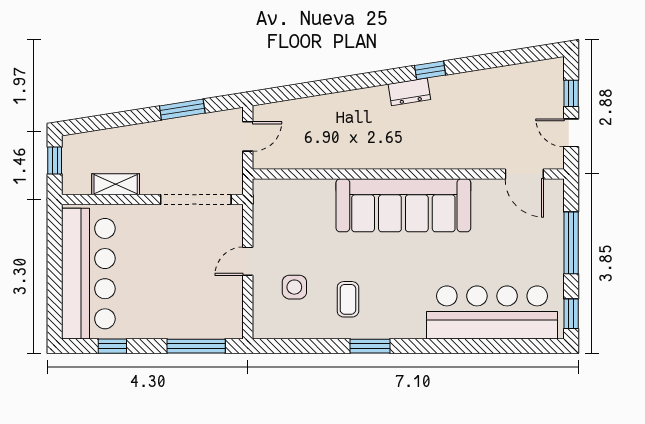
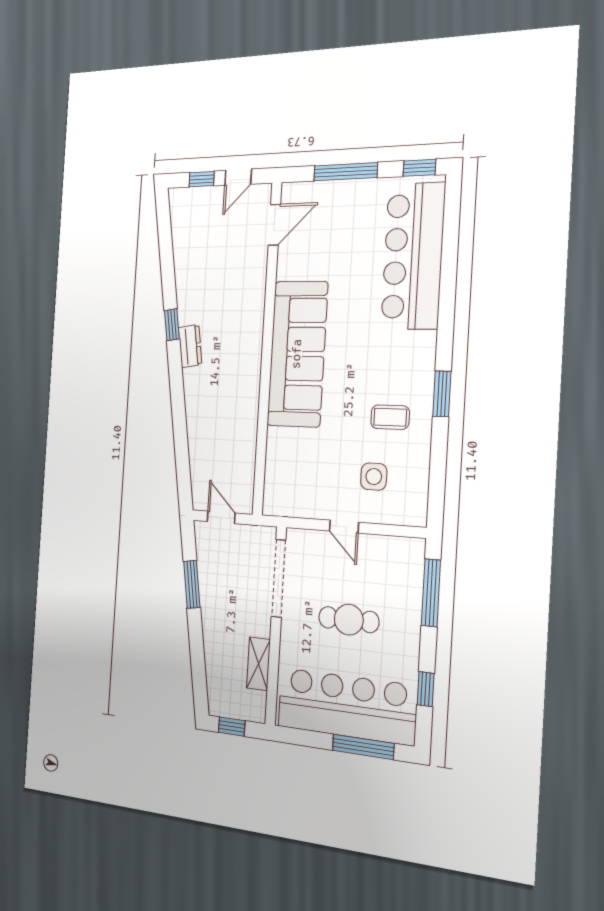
cafe table: (165, 271) -> (349, 620), added
window: (55, 291) -> (363, 747), added

